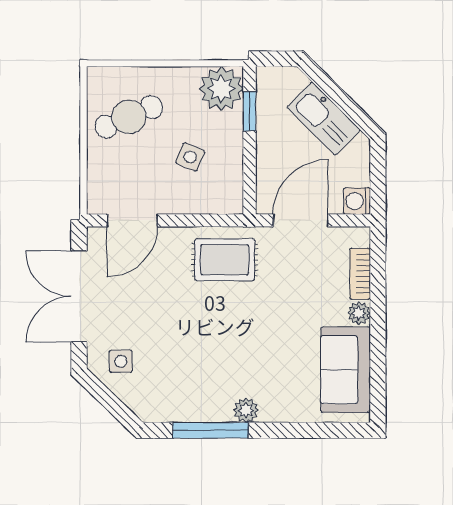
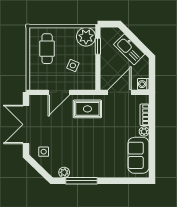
cafe table: (129, 117) -> (47, 49), turned -67
door: (132, 220) -> (59, 92), moved
plant: (246, 410) -> (64, 172), moved

